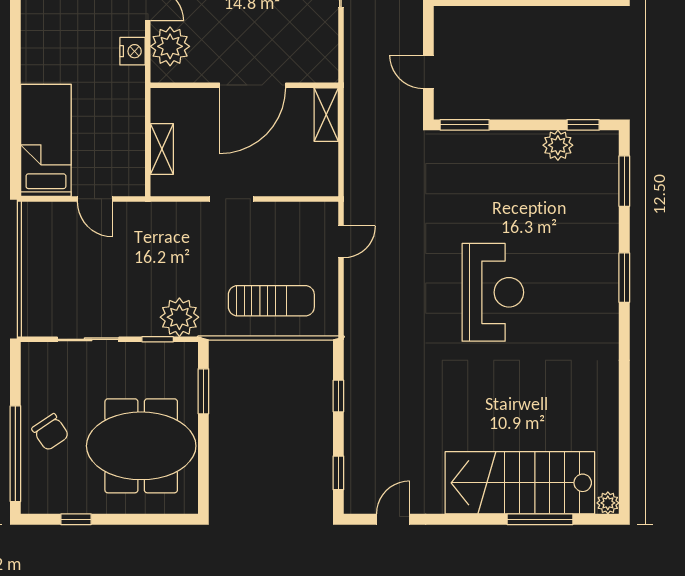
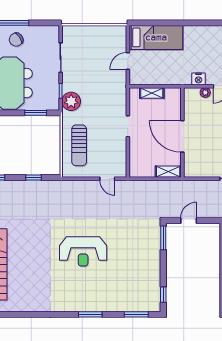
plant: (170, 46) -> (205, 93), width x0.53, depth x0.53
plant: (558, 145) -> (154, 283), removed

